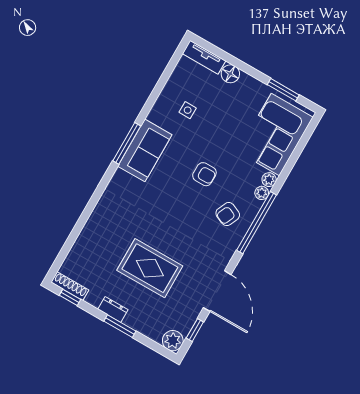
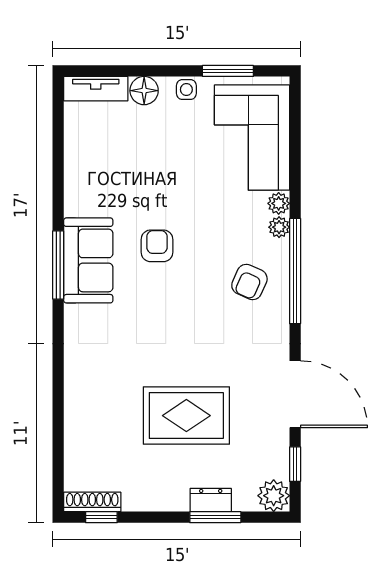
side table: (188, 110) -> (186, 90), moved
armchair: (204, 174) -> (157, 246), moved, turned -90
dresser: (113, 309) -> (211, 500), moved
window: (120, 326) -> (215, 517), moved

